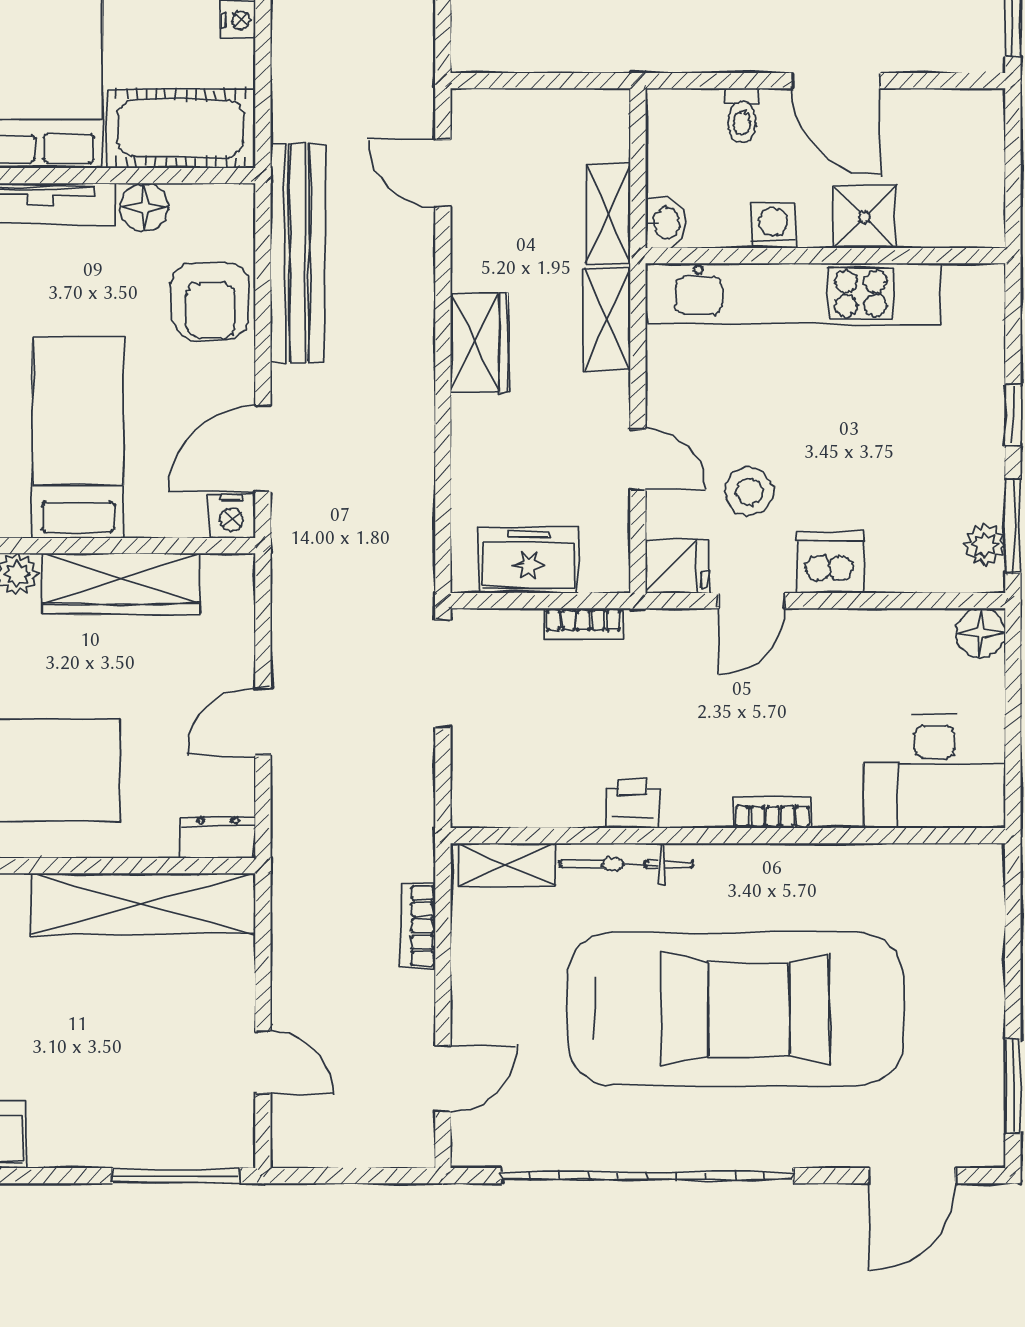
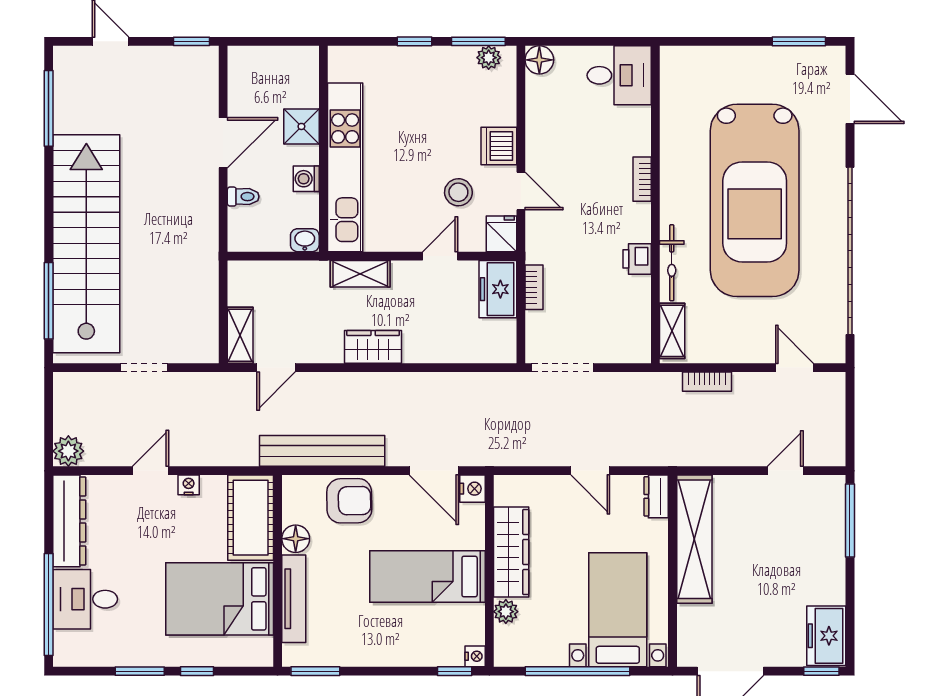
shelving: (608, 215) -> (240, 335), moved, turned 90
freezer: (529, 560) -> (498, 289), moved
desk: (934, 772) -> (619, 75), width x0.73
car: (735, 1009) -> (755, 200), turned 180

